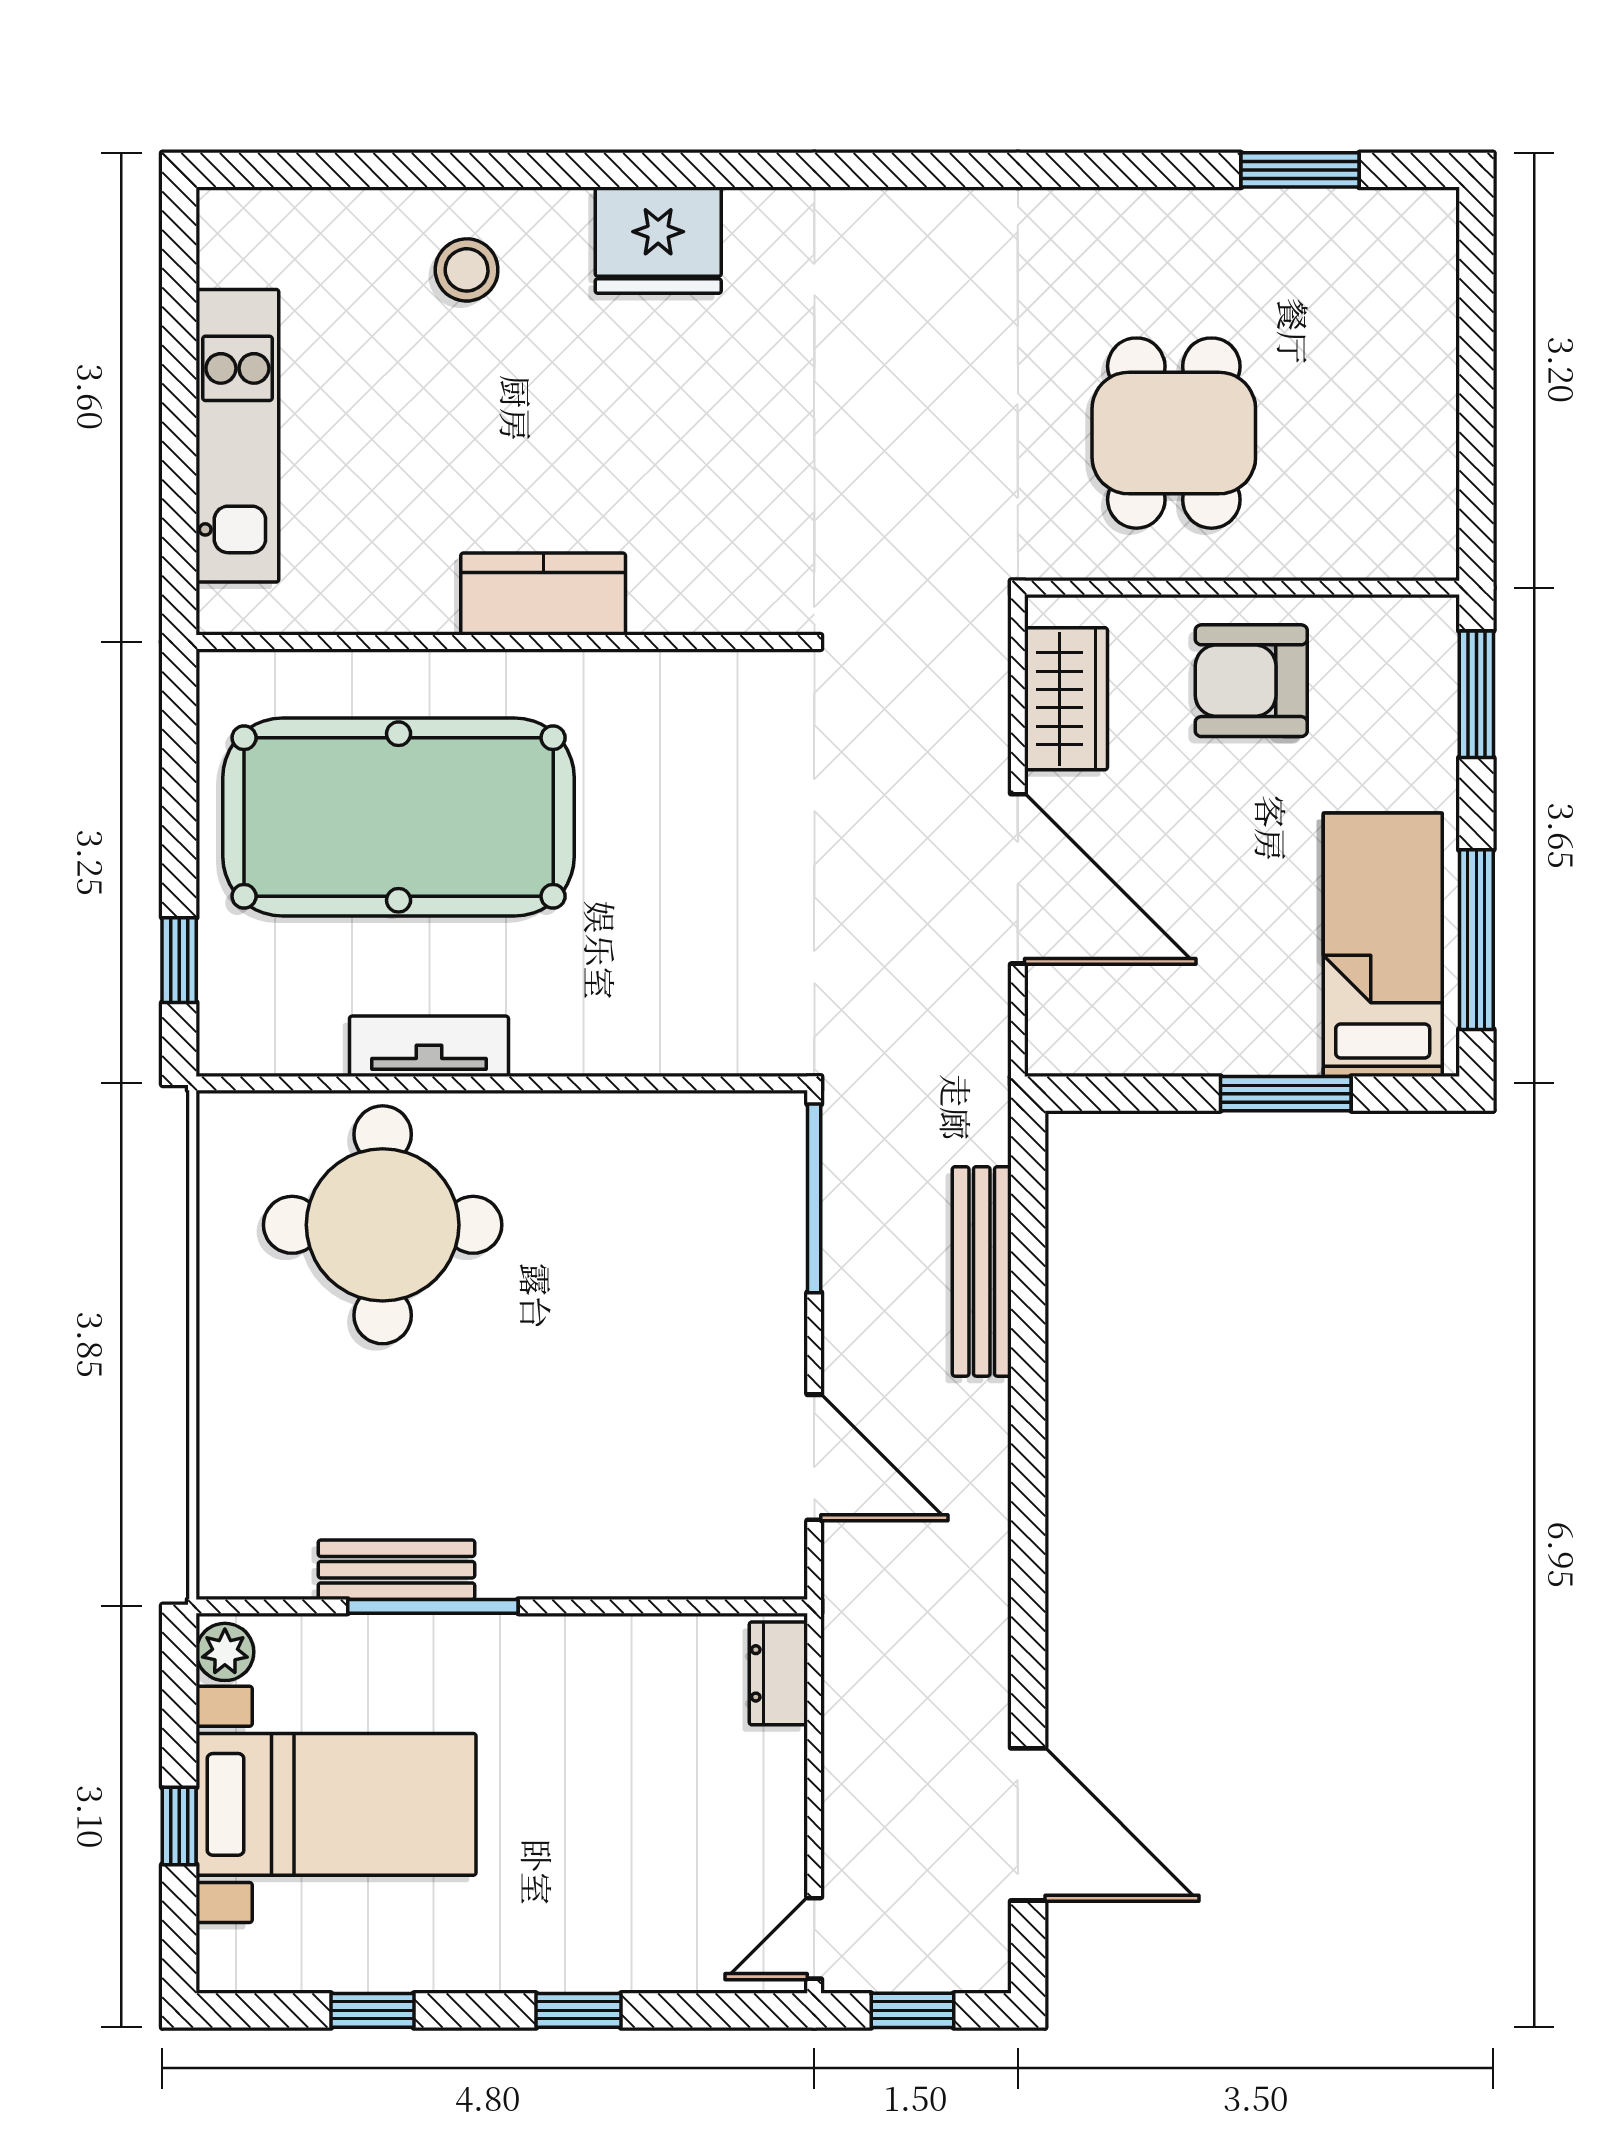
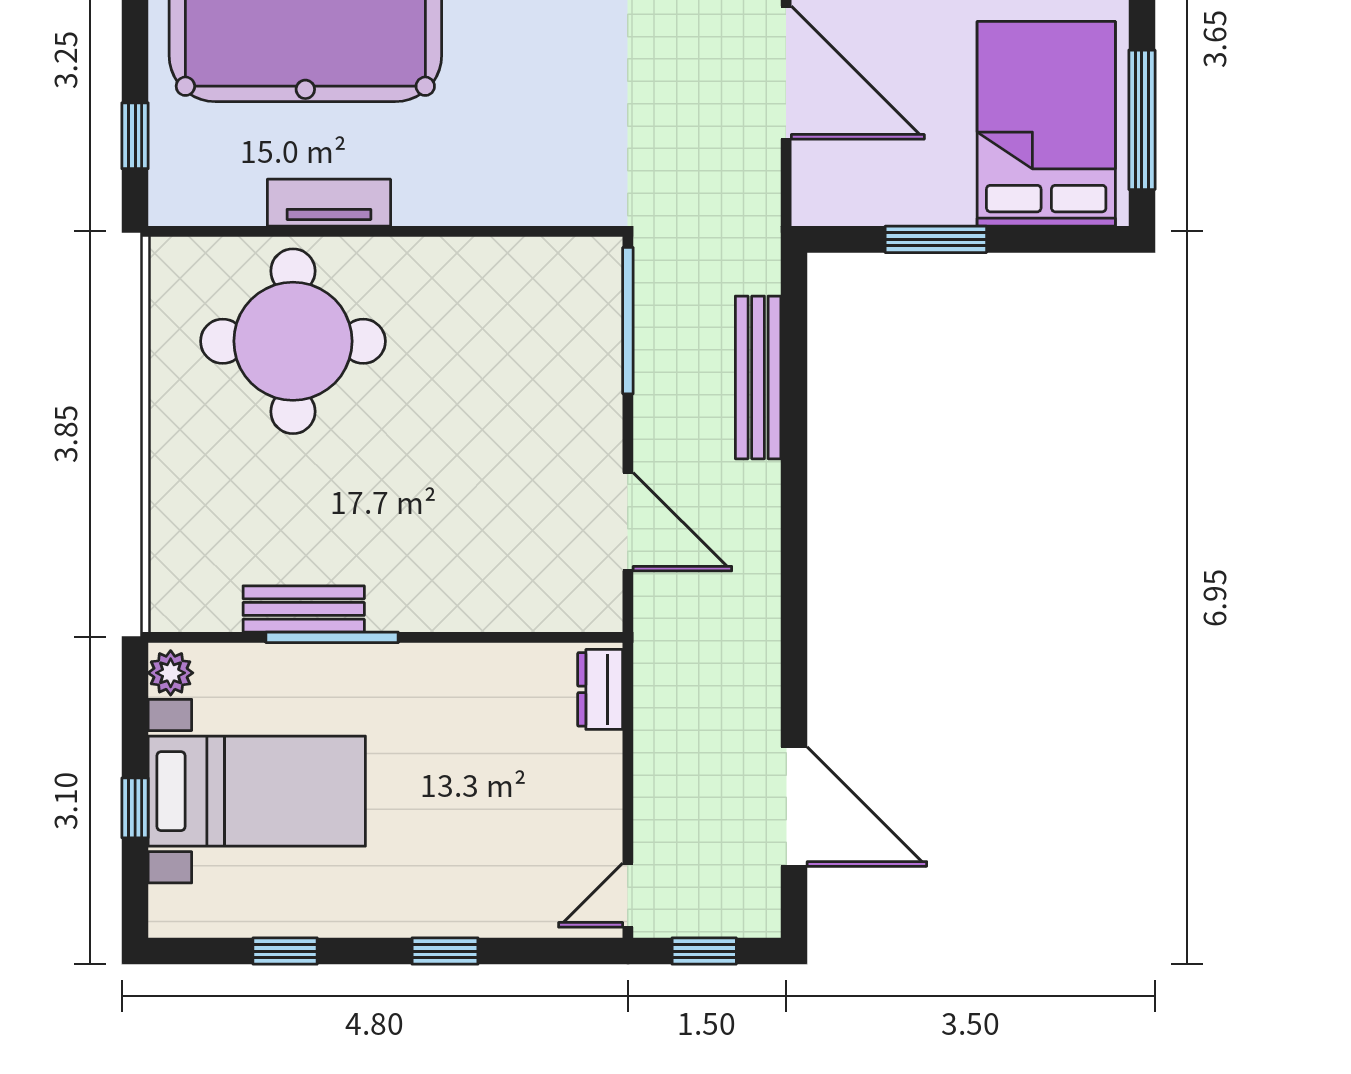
bed: (1383, 945) -> (1046, 124), width x1.50
window: (1286, 1094) -> (936, 239), moved

